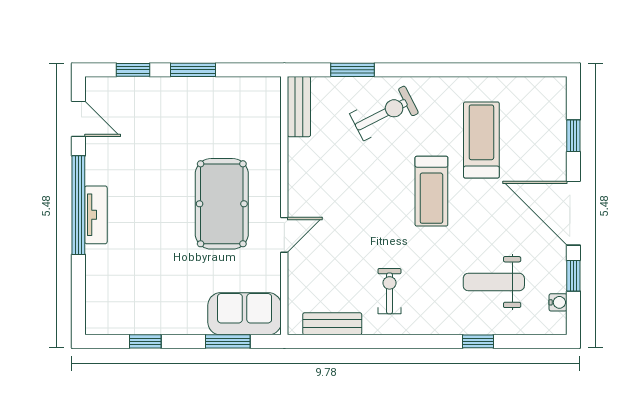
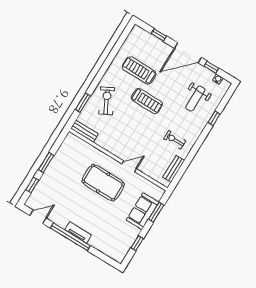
door: (284, 235) -> (129, 166), hinge flipped
sofa: (245, 314) -> (143, 211), moved

